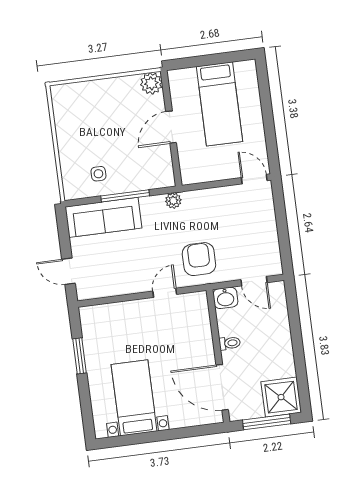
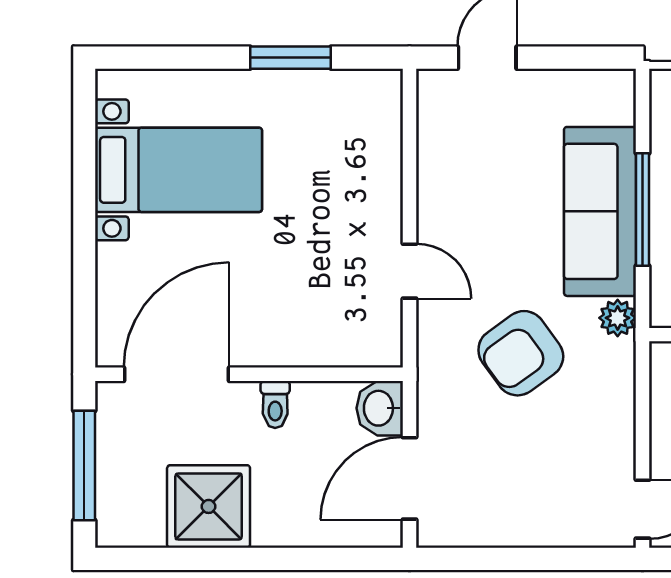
sofa: (103, 217) -> (600, 211), moved
armchair: (199, 259) -> (521, 353), moved, turned 144
door: (254, 281) -> (410, 478), width x1.38
shower: (281, 397) -> (209, 506), moved

